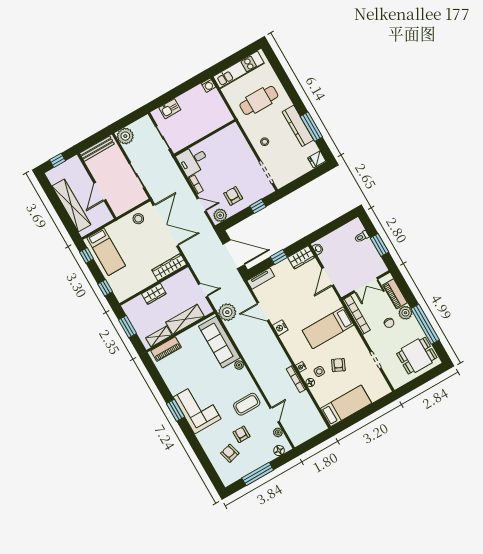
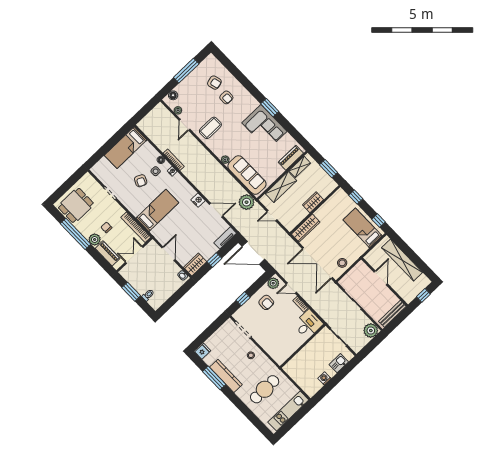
washing machine: (208, 85) -> (324, 378), moved
corner sofa: (197, 408) -> (264, 127), moved
armchair: (242, 434) -> (226, 97), moved

